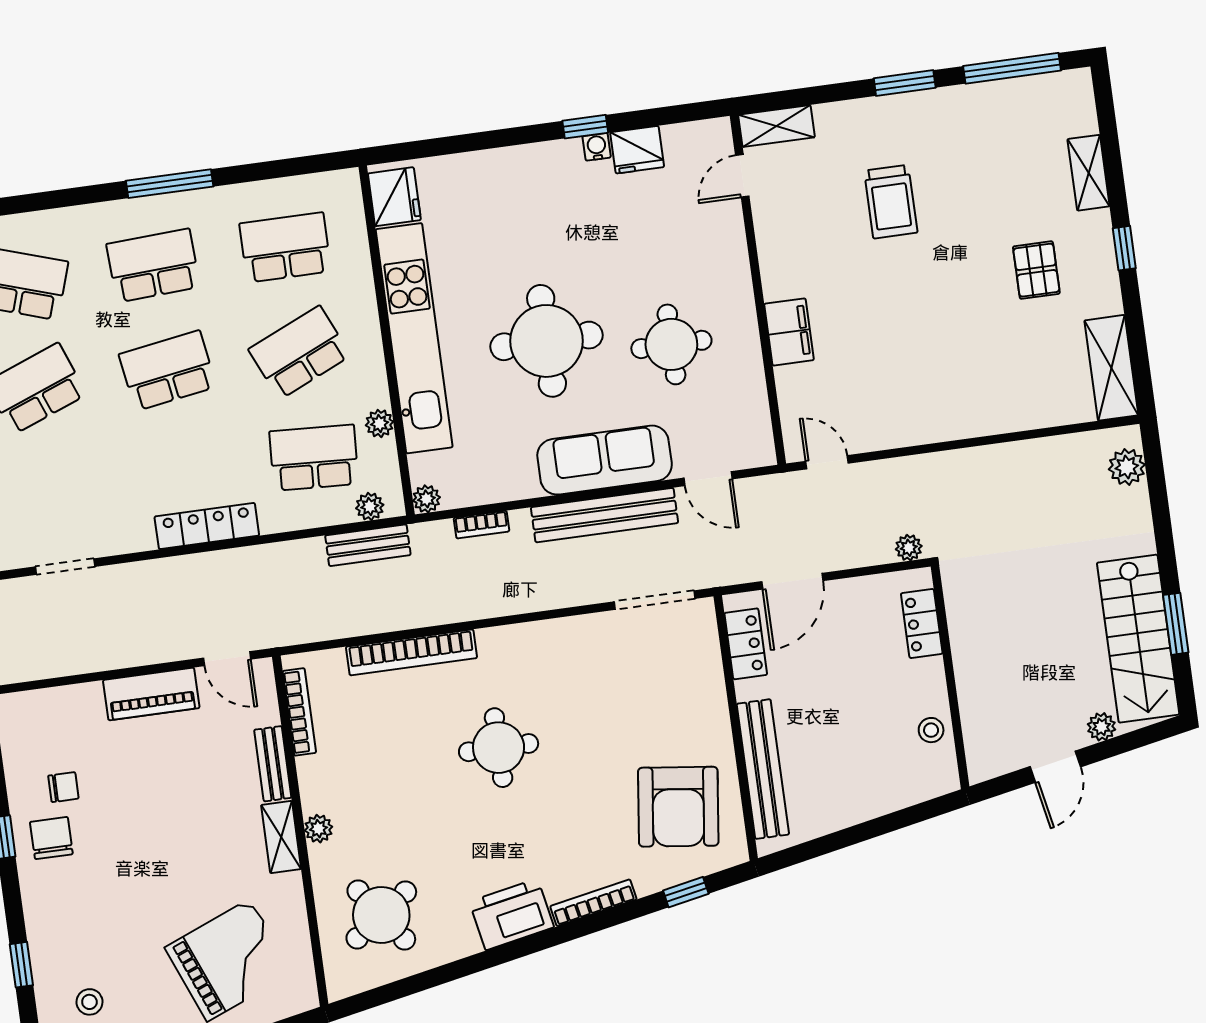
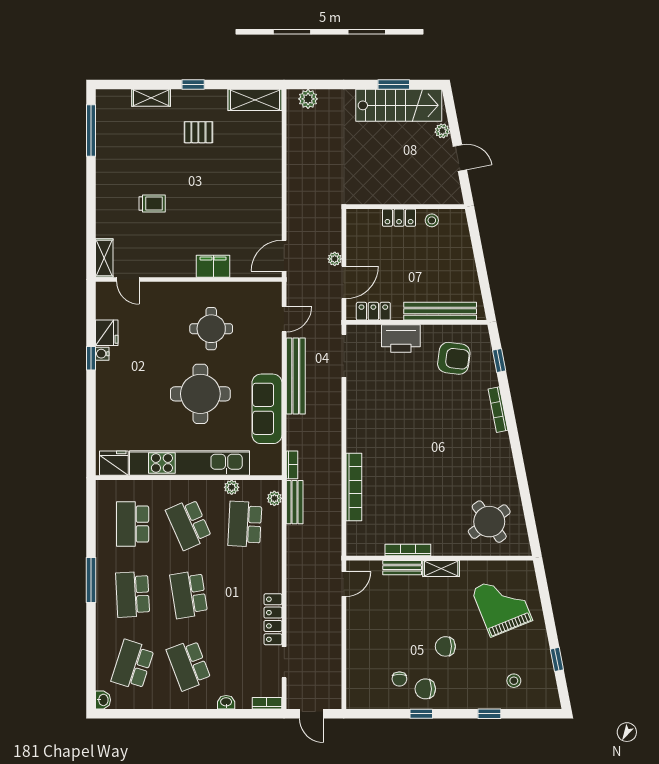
window: (905, 83) -> (91, 188), removed
trolley: (891, 202) -> (152, 204), width x0.73, depth x0.72
sofa: (605, 460) -> (267, 409), moved
door: (827, 462) -> (284, 256), width x1.37
plant: (426, 499) -> (275, 468), removed
bookcase: (481, 525) -> (292, 465), moved
locker: (207, 526) -> (273, 619), moved
plant: (909, 548) -> (335, 259), moved
door: (792, 581) -> (344, 282), hinge flipped
locker: (922, 623) -> (399, 218), moved
piano: (151, 694) -> (357, 626), removed
bookcase: (299, 712) -> (408, 550), moved
round table: (499, 748) -> (410, 448), removed
chair: (63, 787) -> (399, 679), turned 180
armchair: (678, 807) -> (454, 358), width x0.73, depth x0.73
plant: (318, 829) -> (439, 548), removed
chair: (136, 865) -> (445, 646), added
printer: (512, 914) -> (401, 339), moved, turned -79

